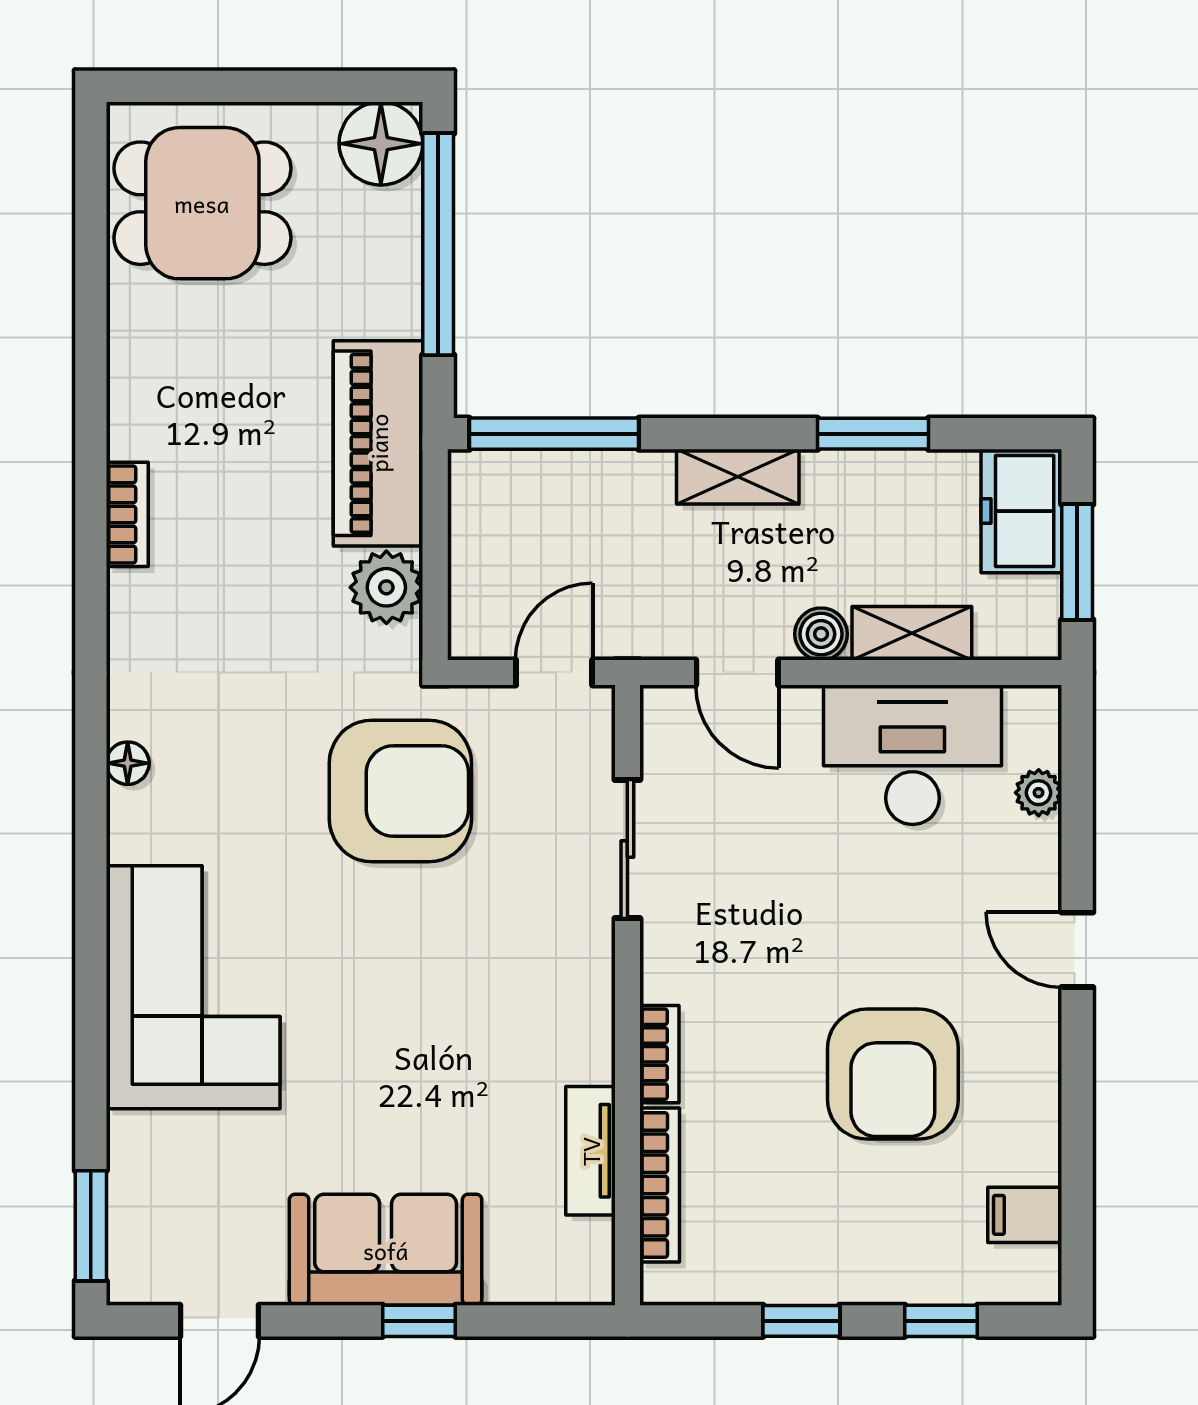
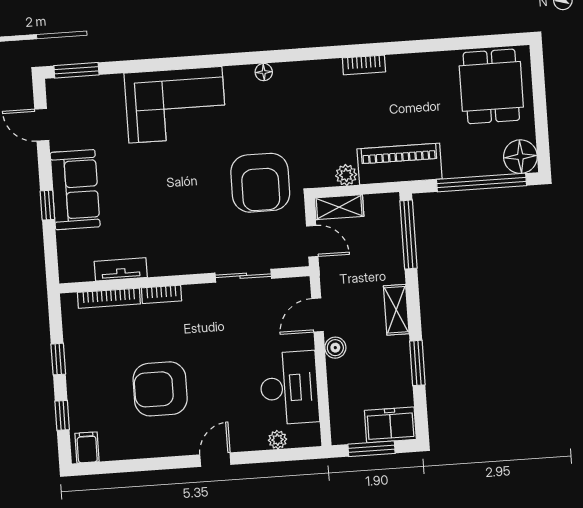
plant: (386, 587) -> (346, 175), width x0.73, depth x0.73
shelving: (912, 633) -> (339, 207), moved, turned 90
filing cabinet: (1025, 1215) -> (87, 447), moved

